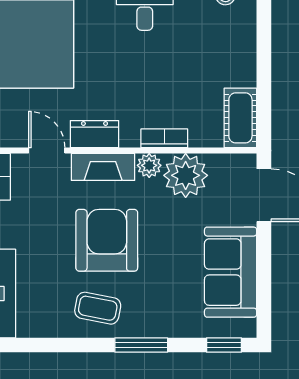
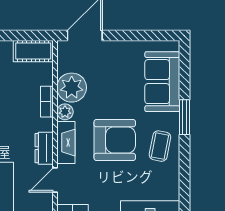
armchair: (107, 240) -> (115, 140), turned 180
sofa: (231, 272) -> (162, 82), moved, turned 90
window: (224, 345) -> (184, 62), removed

